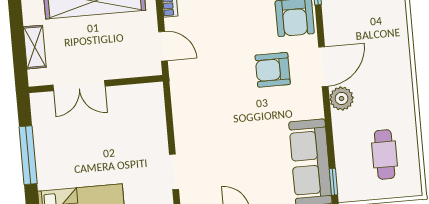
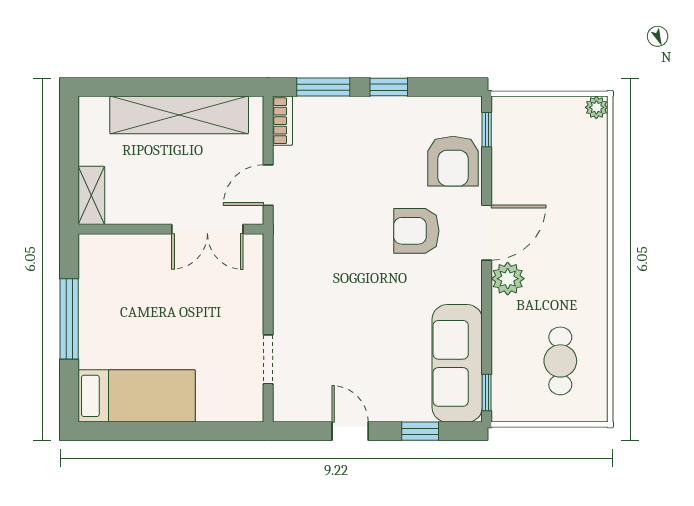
door: (163, 46) -> (268, 185), swing flipped
shelving: (35, 47) -> (91, 195), moved
double door: (79, 86) -> (207, 229), moved

